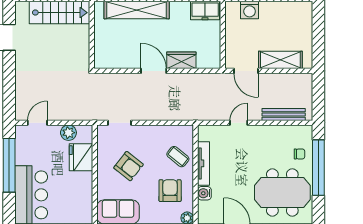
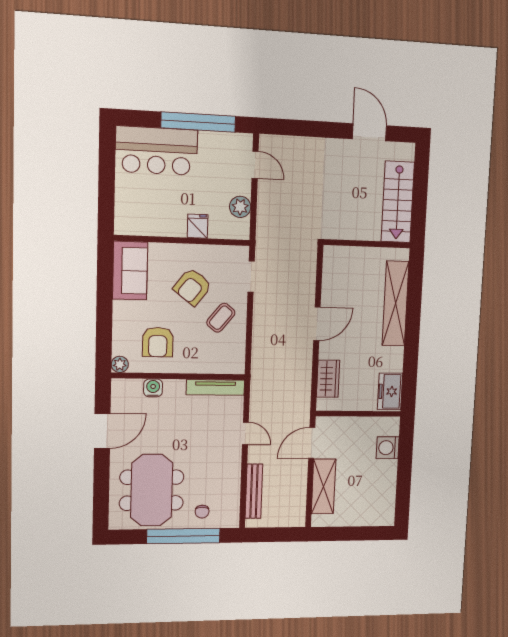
wardrobe: (181, 60) -> (328, 379), moved
fridge: (81, 157) -> (198, 226), width x0.53, depth x0.75
coffee table: (178, 157) -> (221, 318), moved
tv unit: (203, 163) -> (216, 387), moved
armchair: (170, 191) -> (158, 342), turned 90

